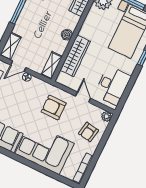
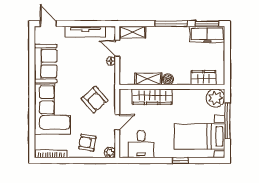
shelving: (52, 65) -> (148, 79), moved
desk: (112, 85) -> (141, 144), width x0.73
armchair: (54, 108) -> (95, 99), turned 139

